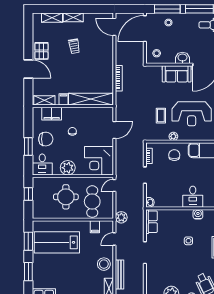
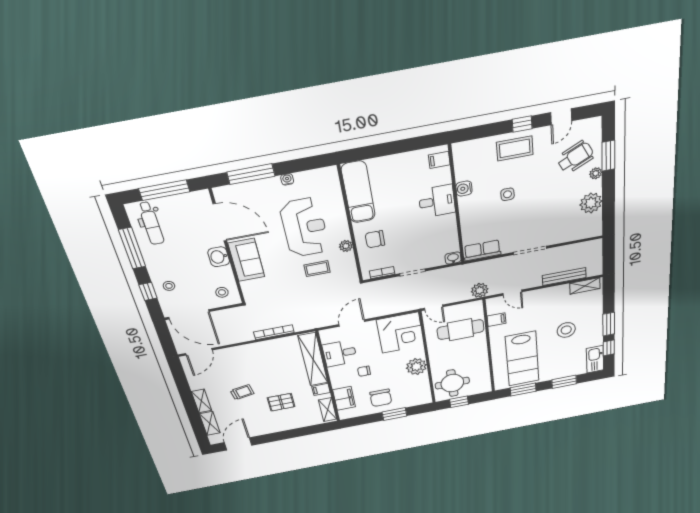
window: (167, 9) -> (148, 291), width x0.46
pallet: (41, 51) -> (281, 402), moved
door: (28, 69) -> (238, 444), moved
door: (114, 130) -> (352, 323), hinge flipped
chair: (46, 139) -> (381, 398), turned 180
desk: (42, 164) -> (340, 353), moved, turned 180
round table: (66, 197) -> (452, 383), moved
stool: (104, 264) -> (566, 330), moved

